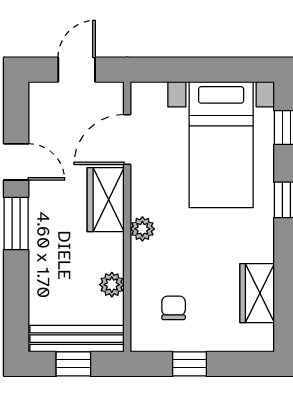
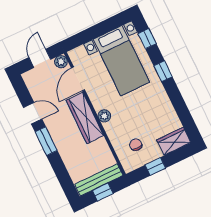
wardrobe: (106, 200) -> (85, 118), width x1.50
plant: (112, 285) -> (61, 62), moved
wardrobe: (257, 293) -> (174, 141), moved, turned 90

